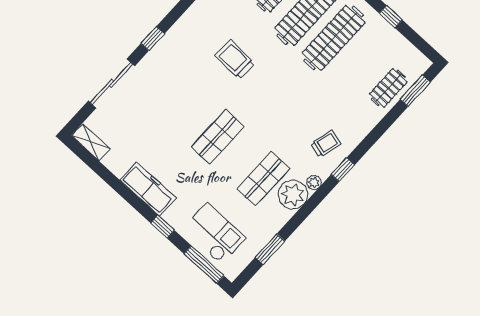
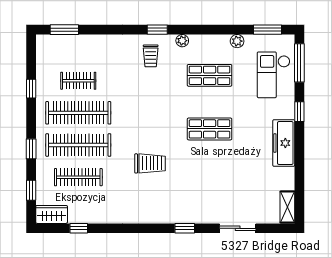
trolley: (235, 59) -> (150, 163), turned -92
sliding door: (112, 83) -> (238, 228), width x0.73
clothes rail: (388, 88) -> (78, 81), moved
trolley: (326, 144) -> (151, 56), turned -105
plant: (293, 195) -> (237, 41), moved, width x0.53, depth x0.53
window: (270, 249) -> (268, 30), moved

